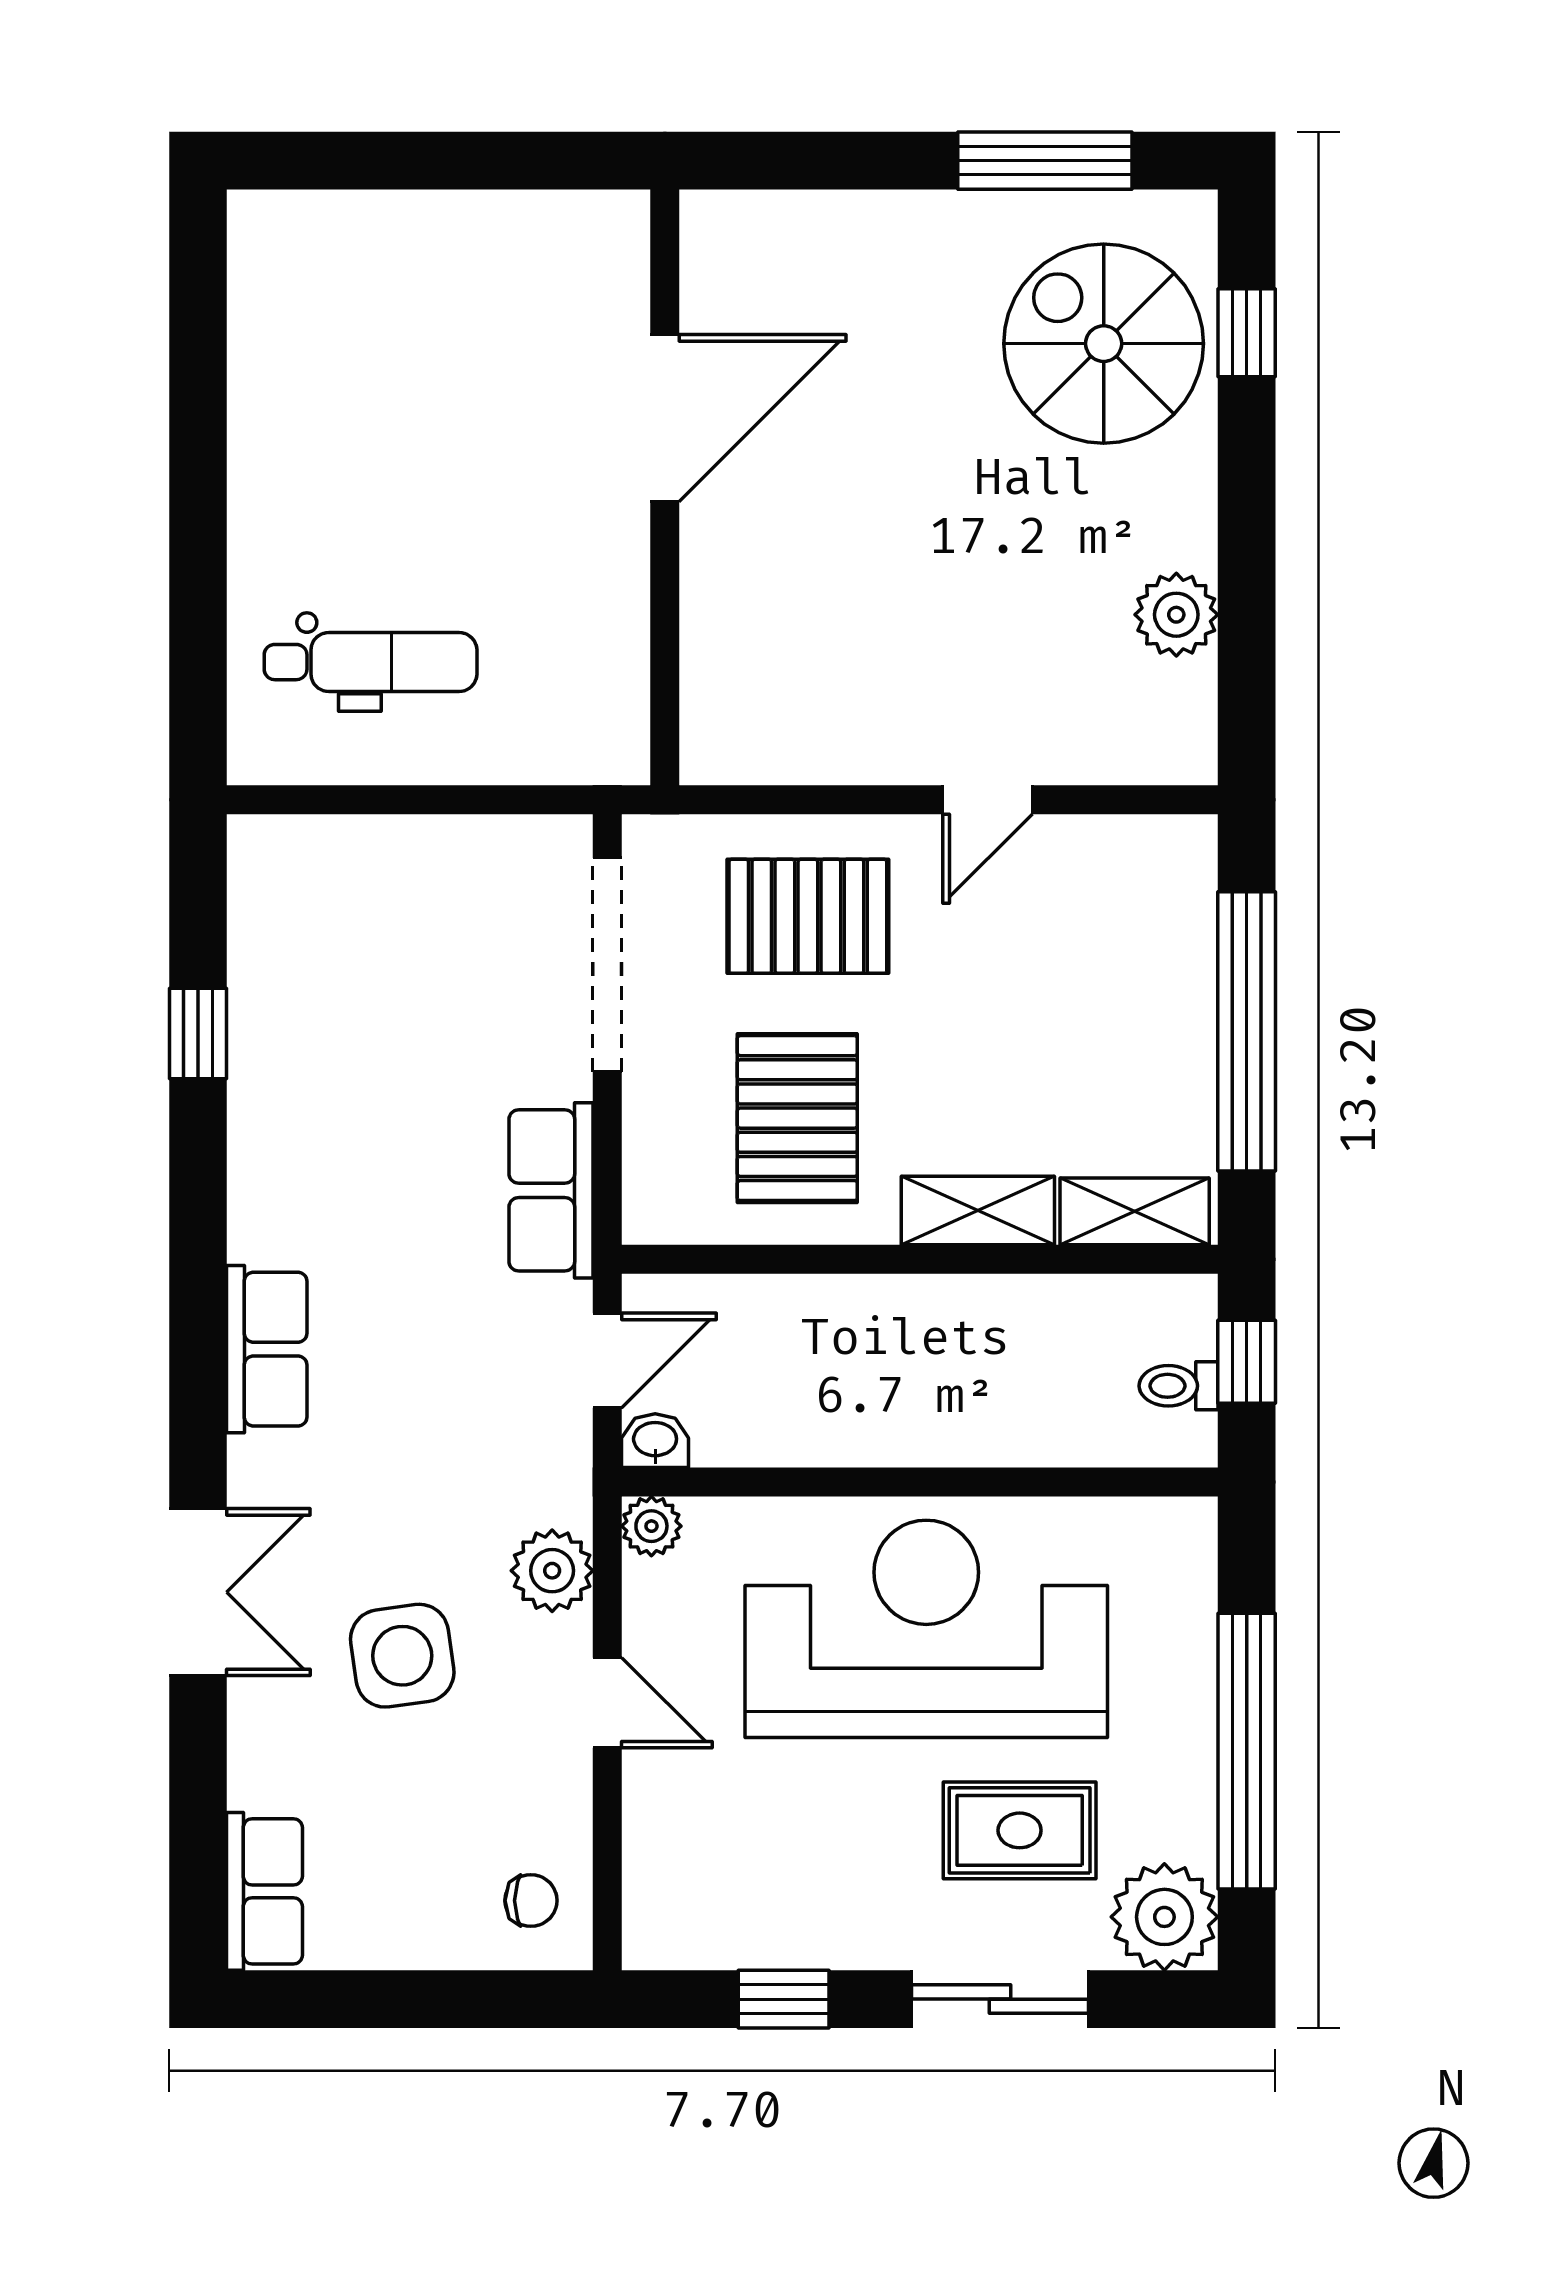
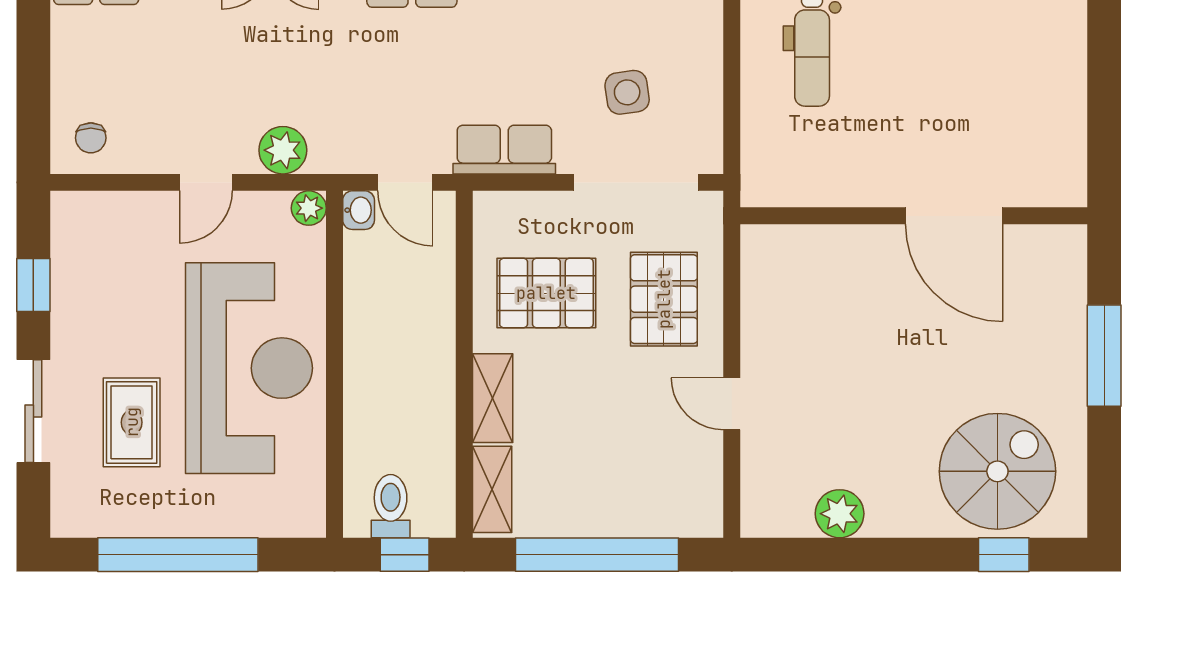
window: (1045, 161) -> (1104, 356), moved
toilet: (1179, 1386) -> (391, 506), width x1.37, depth x1.39
side table: (402, 1656) -> (627, 92), moved, width x0.73, depth x0.73
plant: (1164, 1917) -> (81, 507), removed

